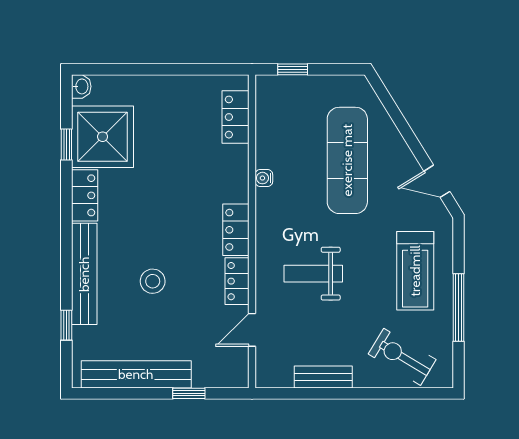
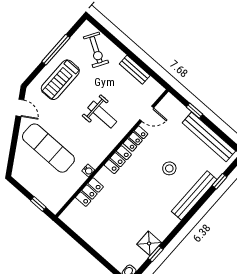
locker: (236, 117) -> (89, 192), moved
shower: (103, 137) -> (149, 243), width x0.54, depth x0.54
exercise mat: (347, 160) -> (48, 148), turned 90
locker: (85, 195) -> (166, 227), removed
treadmill: (415, 271) -> (60, 80), turned 180

